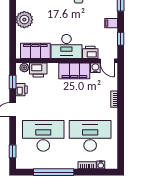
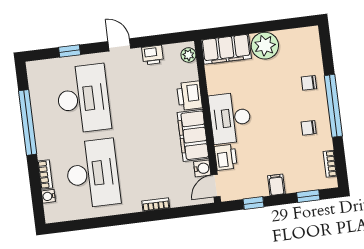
filing cabinet: (35, 51) -> (226, 49), moved, turned 90
printer: (38, 70) -> (190, 96), moved
window: (13, 82) -> (163, 39), removed
window: (13, 151) -> (70, 51), moved

